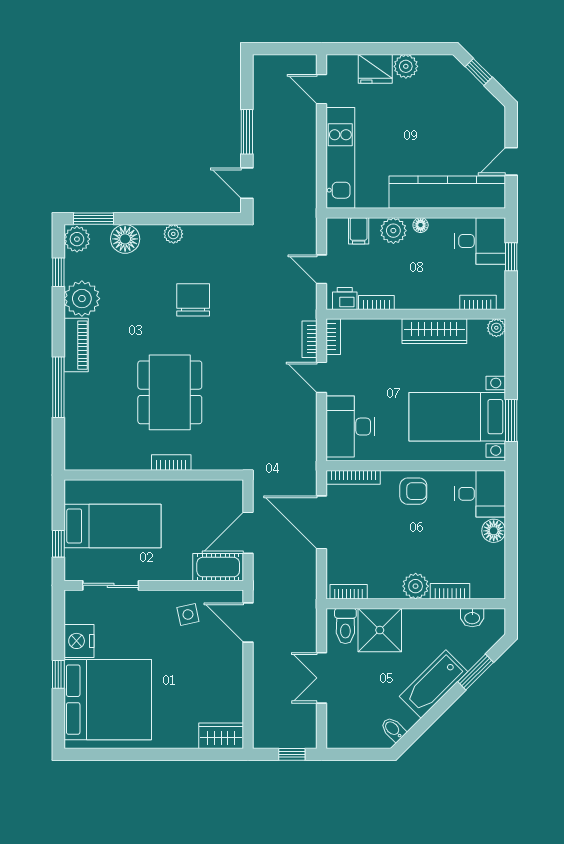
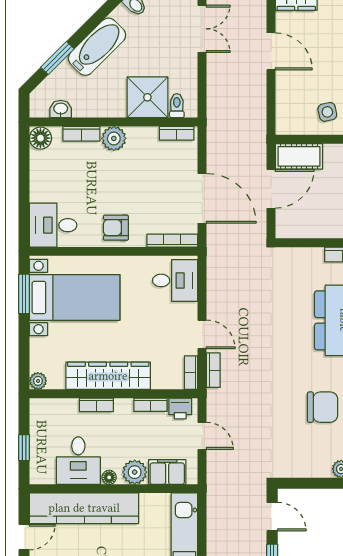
filing cabinet: (359, 231) -> (167, 472), width x2.00
desk: (480, 241) -> (78, 461), moved, turned -90
chair: (193, 300) -> (323, 407), turned -90
bookcase: (478, 302) -> (96, 405), moved
wardrobe: (434, 331) -> (108, 376), width x1.40, depth x1.17
desk: (350, 427) -> (175, 280), width x0.73
floor lamp: (494, 531) -> (40, 138), moved
door: (248, 622) -> (271, 51), moved
toilet: (345, 626) -> (177, 106), width x0.73, depth x0.72
double door: (322, 678) -> (202, 29), moved

